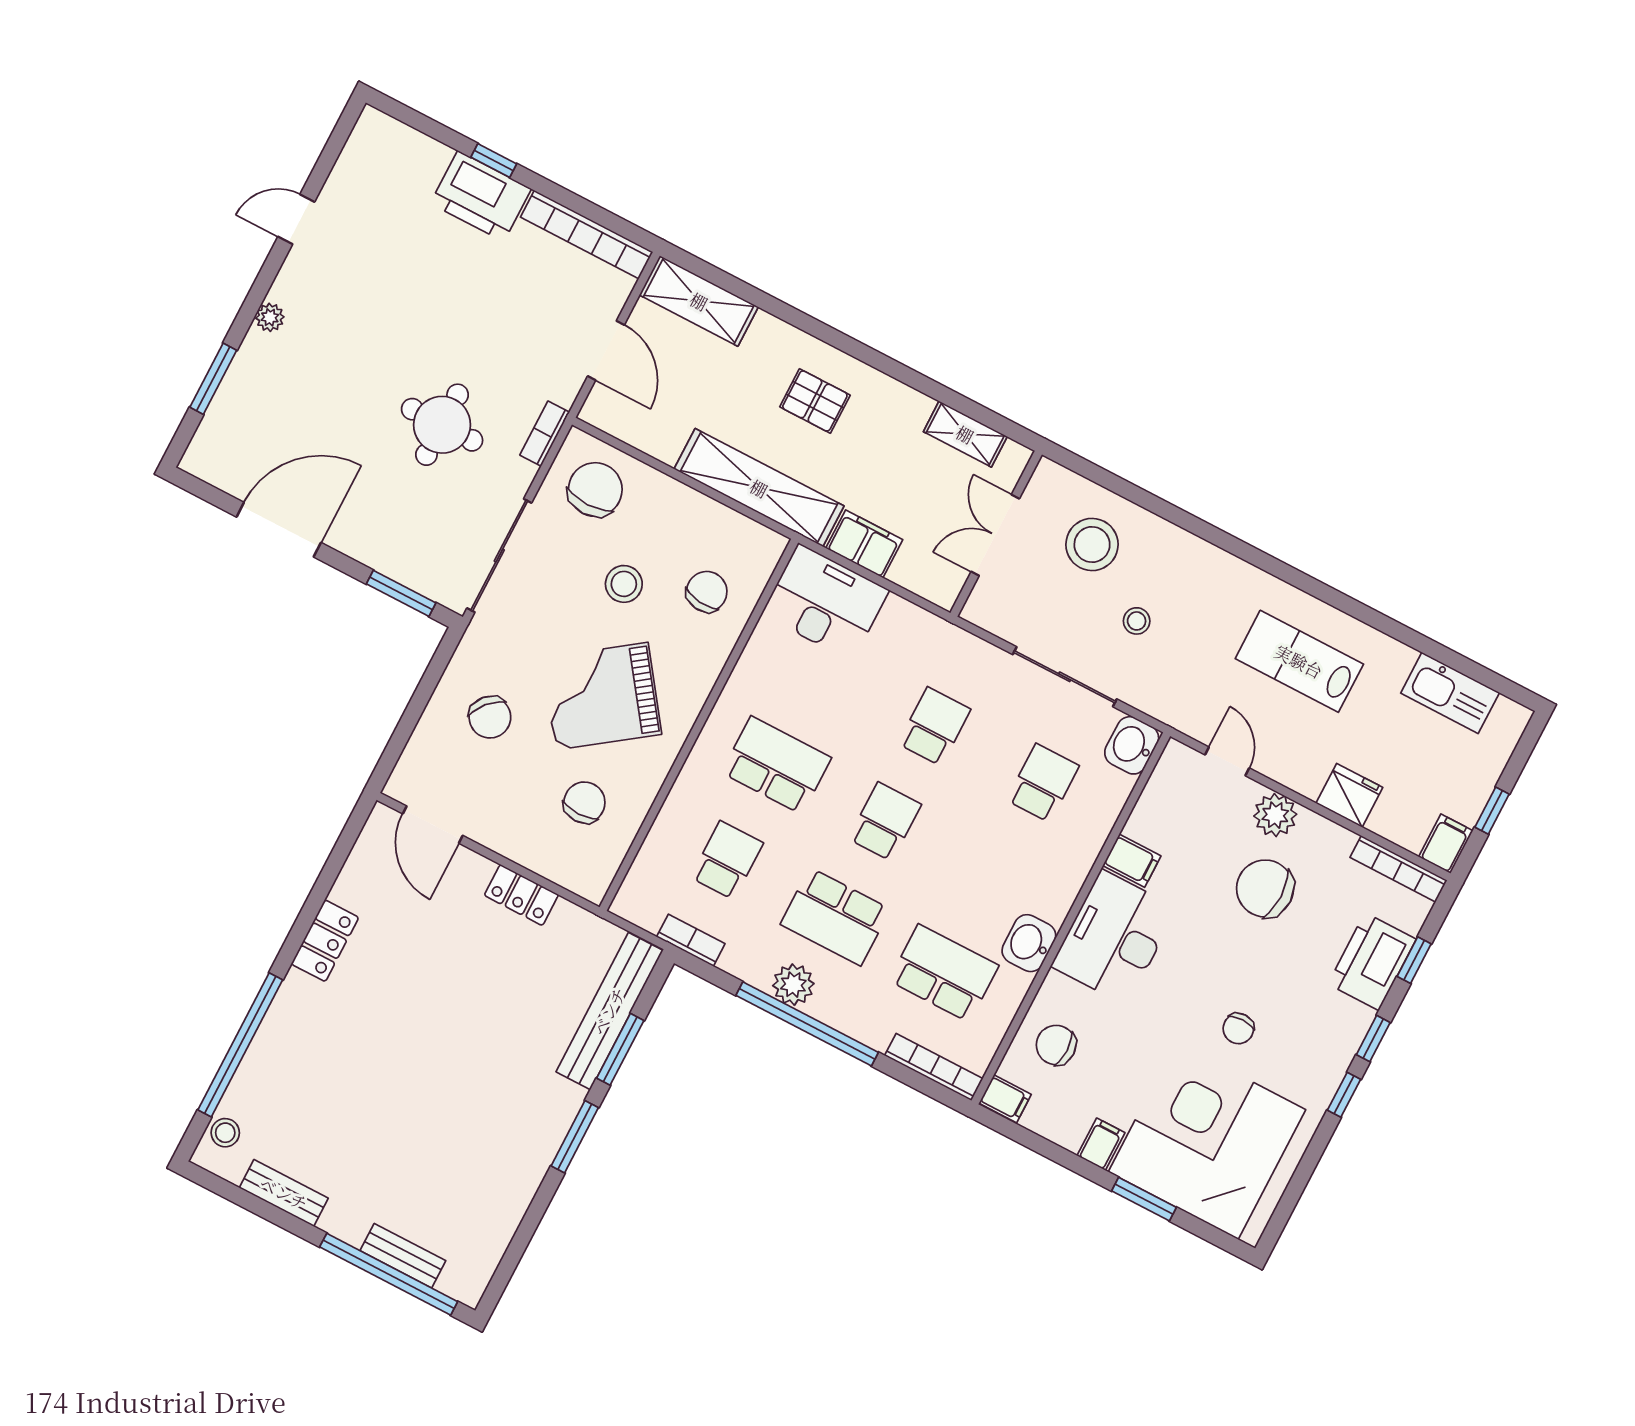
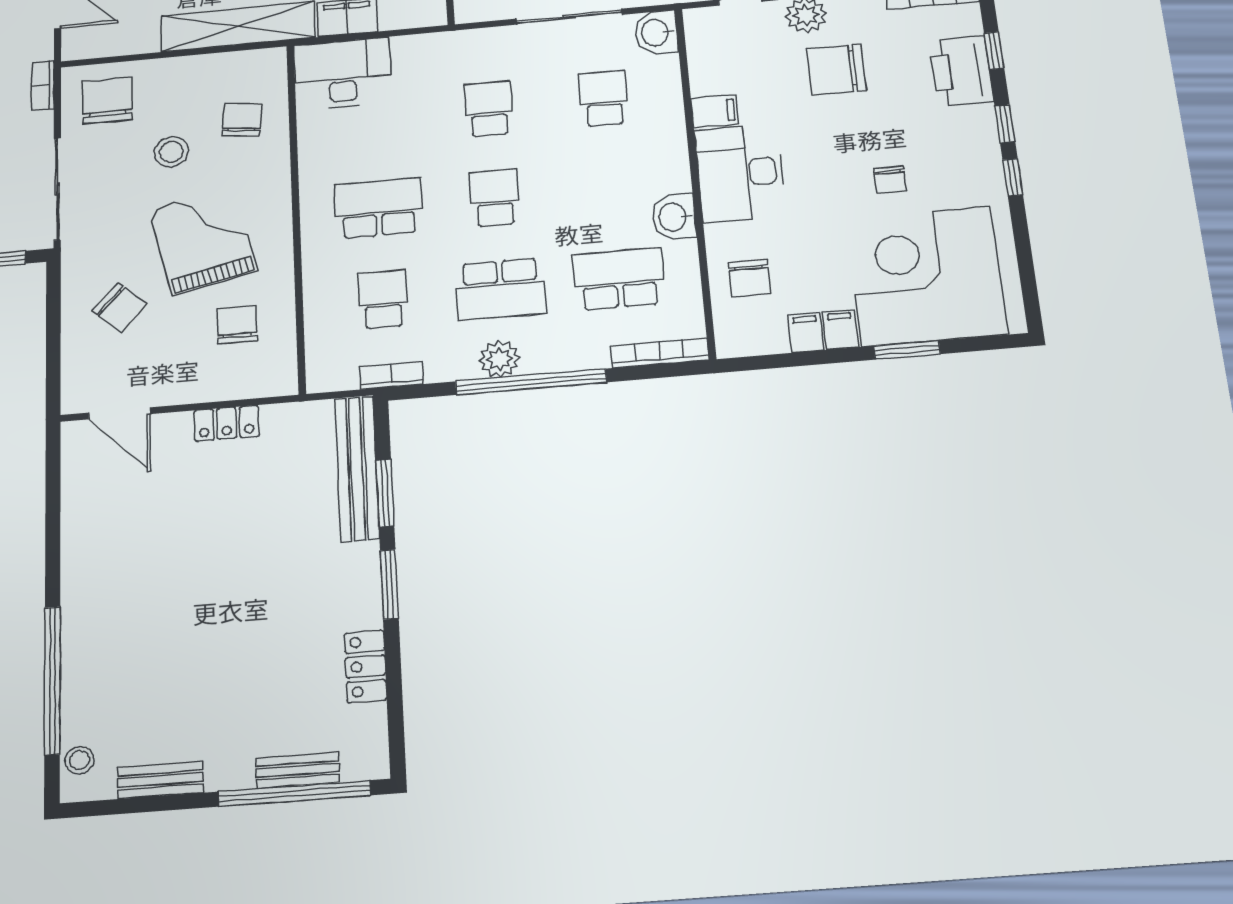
grand piano: (602, 696) -> (203, 240), turned 113
locker: (325, 941) -> (366, 666), moved, turned 180
chair: (1056, 1045) -> (750, 278), turned -90
filing cabinet: (1005, 1099) -> (806, 333), moved, turned -90

